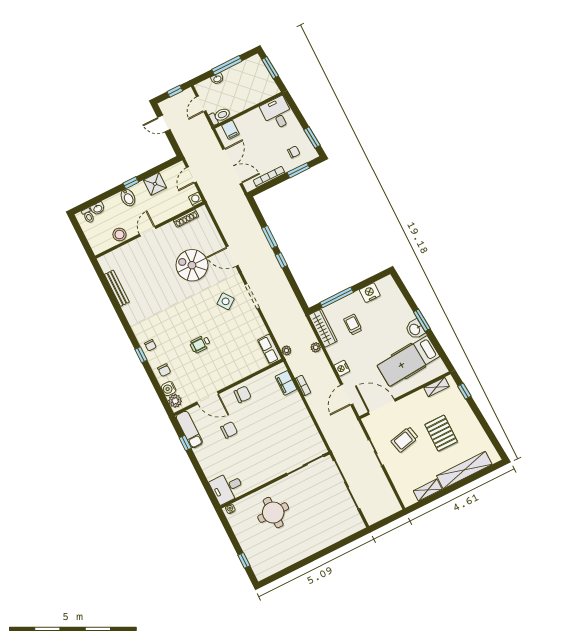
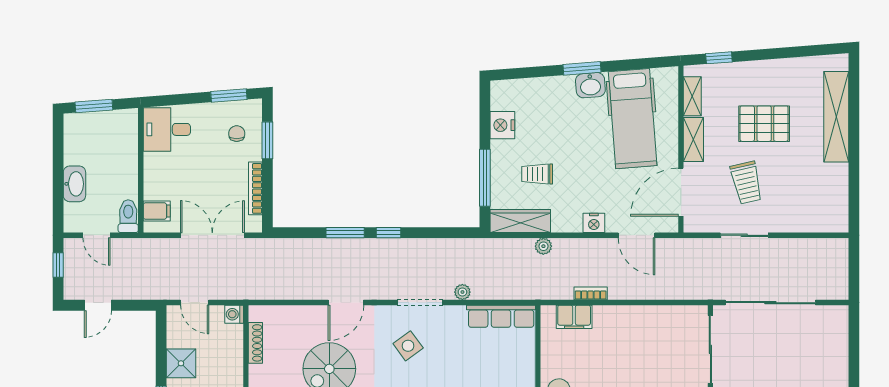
window: (227, 65) -> (58, 168), removed
washbasin: (217, 79) -> (74, 184), width x1.91, depth x1.45
row of seats: (270, 349) -> (501, 316), width x1.48
plant: (286, 350) -> (462, 292), moved
shelving: (428, 490) -> (693, 140), moved

